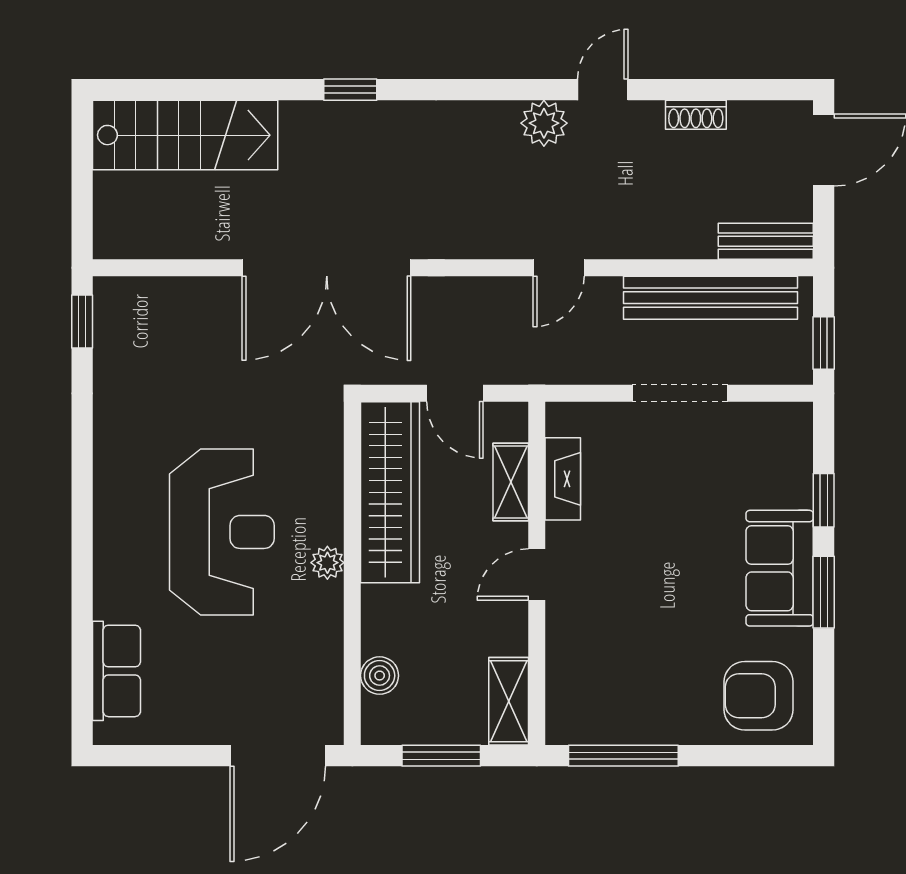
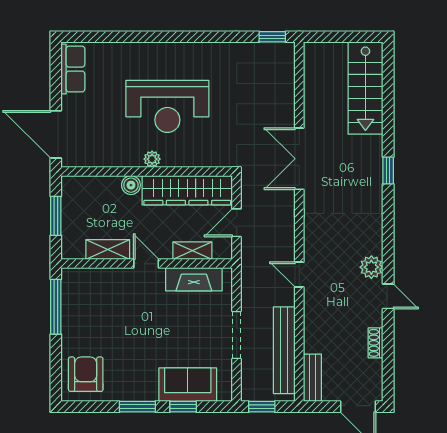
double door: (327, 268) -> (299, 159), width x0.73
fireplace: (563, 479) -> (194, 279), width x1.37, depth x1.32
sofa: (780, 568) -> (188, 385), moved
row of seats: (116, 671) -> (73, 69), moved, turned -90
boiler: (380, 676) -> (131, 185), moved
shelving: (509, 701) -> (108, 249), moved

